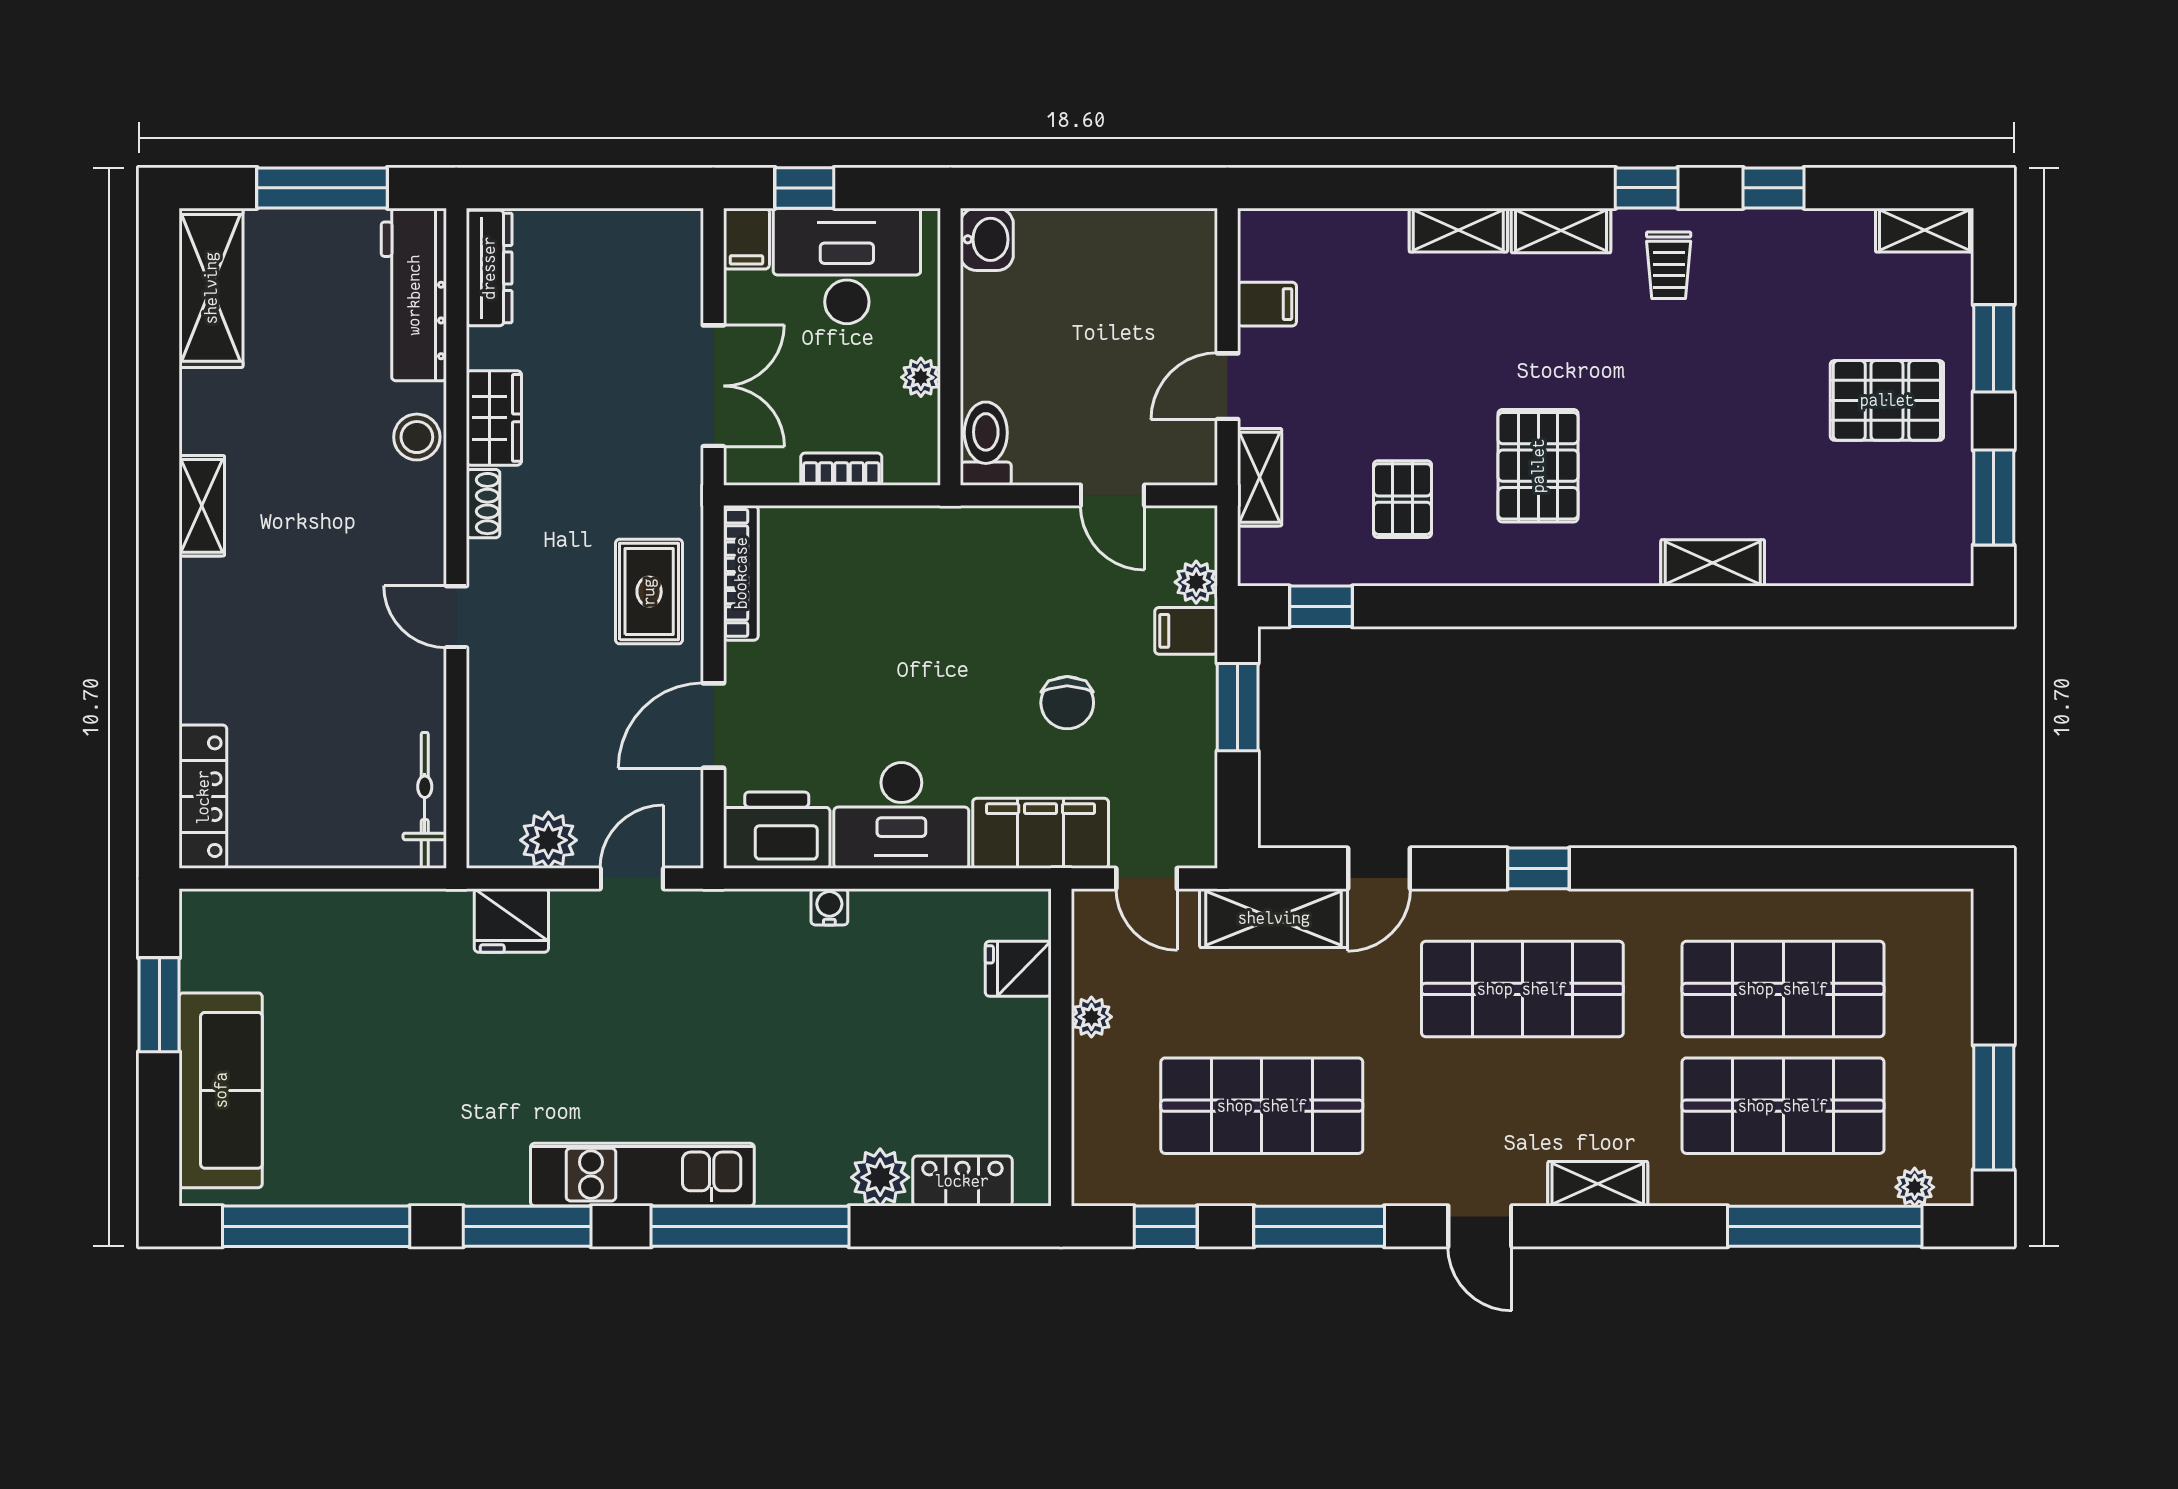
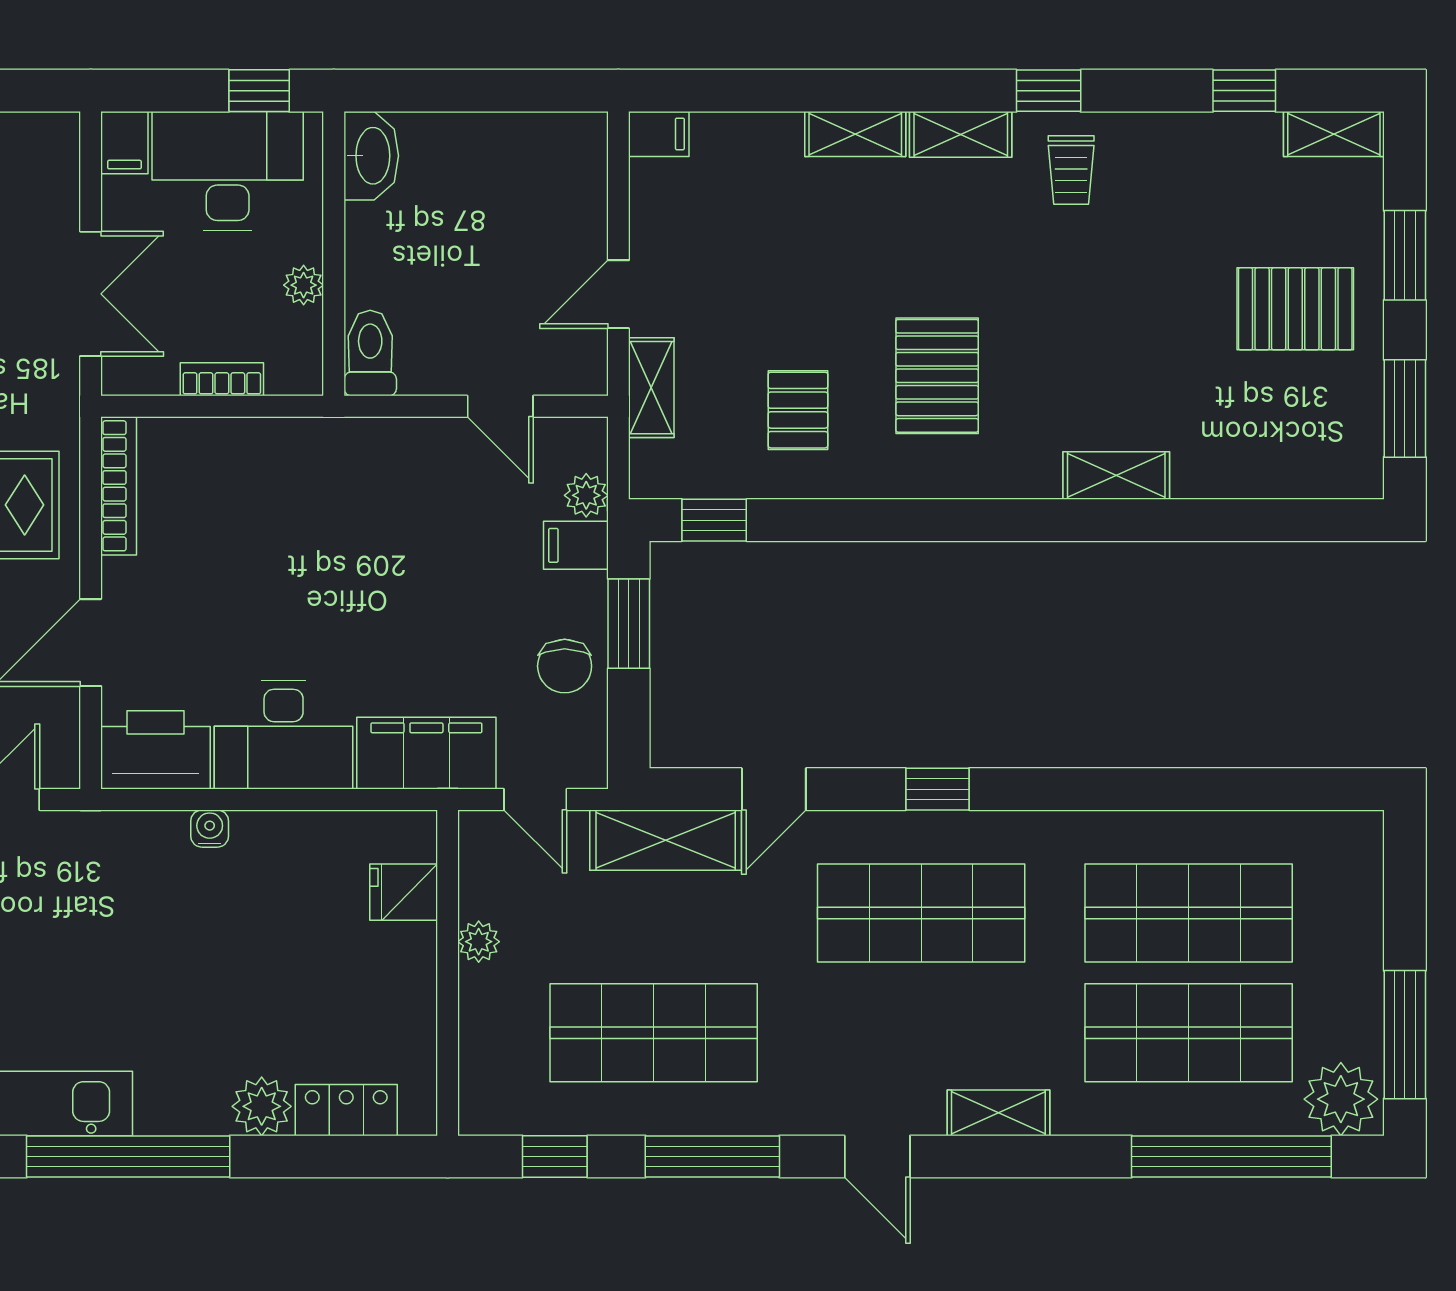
window: (804, 188) -> (259, 91), moved
window: (1774, 188) -> (1244, 91), moved
washbasin: (987, 239) -> (371, 156), width x1.38
filing cabinet: (1267, 304) -> (659, 134), moved
chair: (1067, 703) -> (565, 666), moved
plant: (1915, 1187) -> (1341, 1099), width x1.88, depth x1.88

